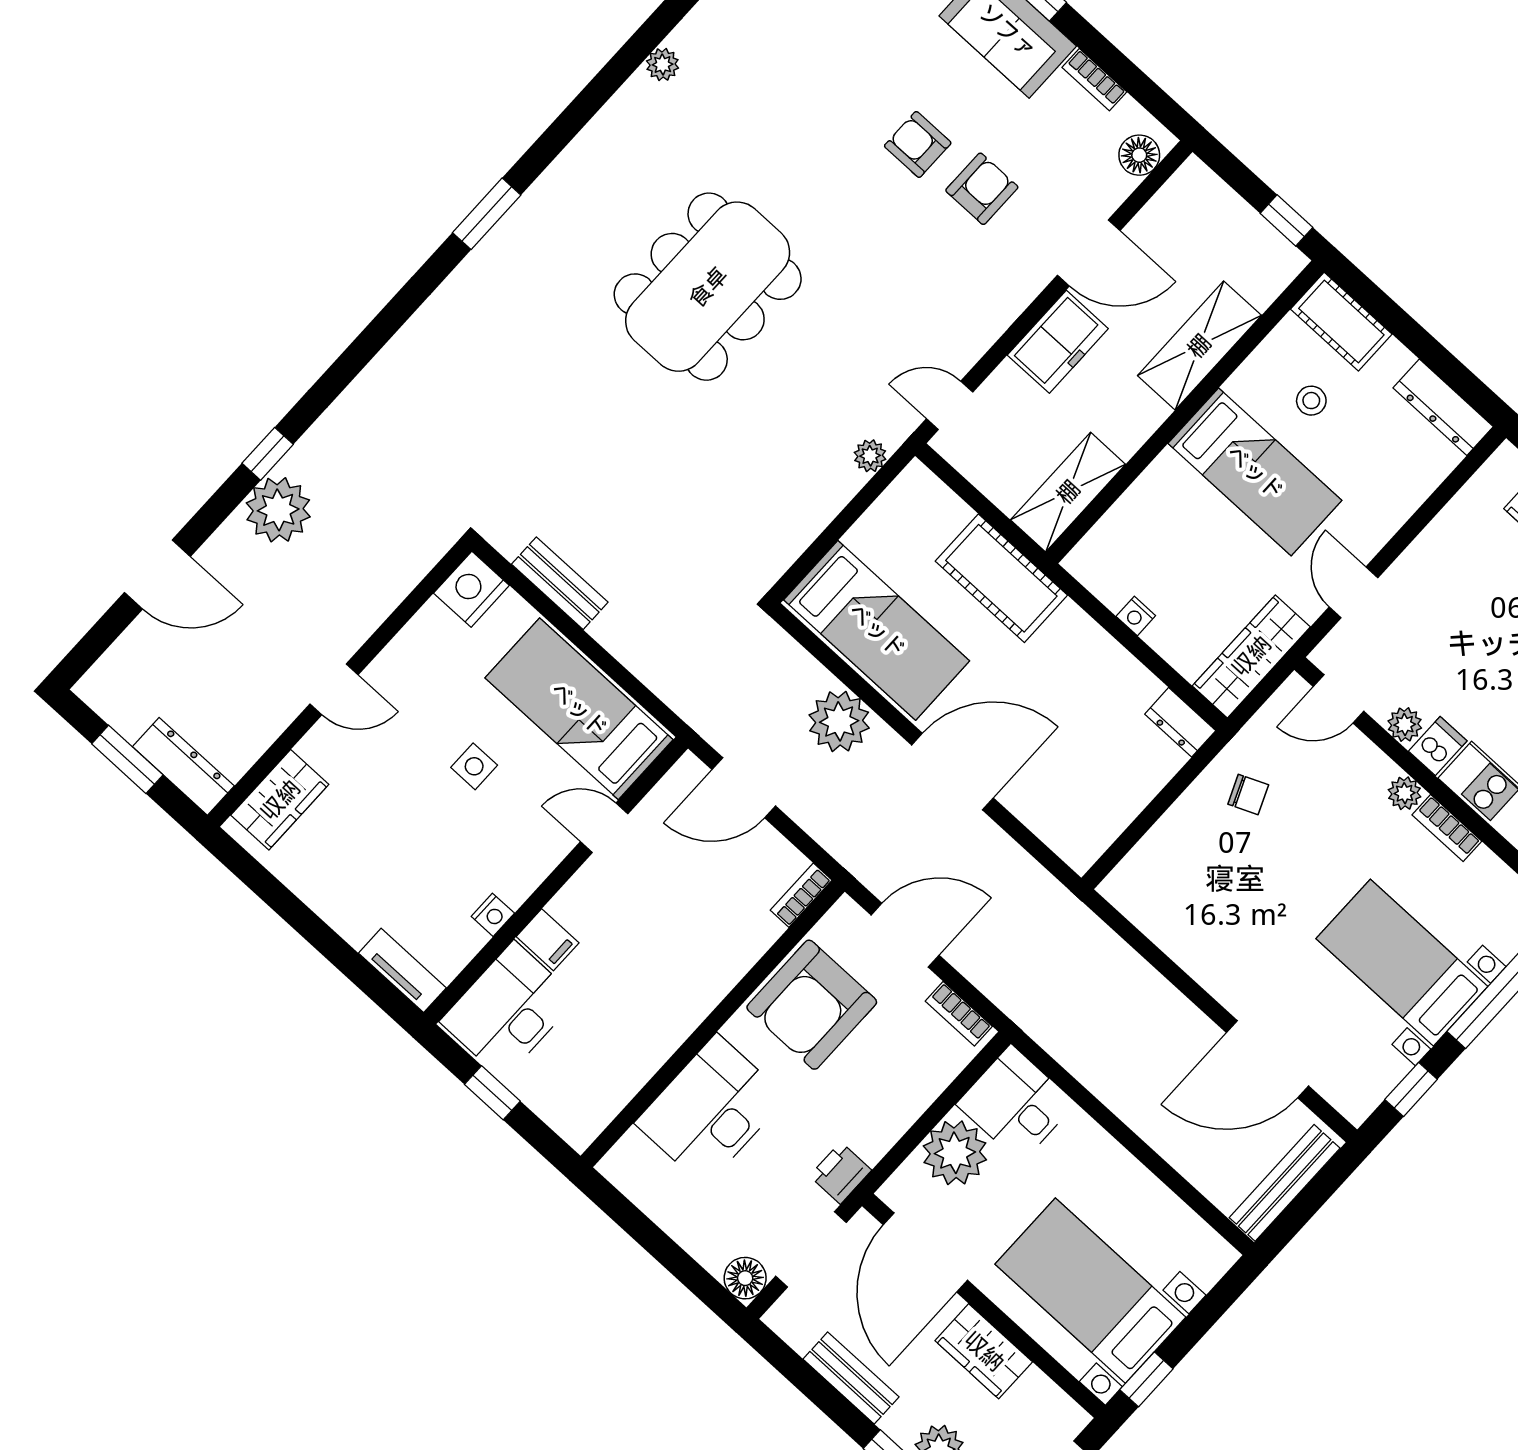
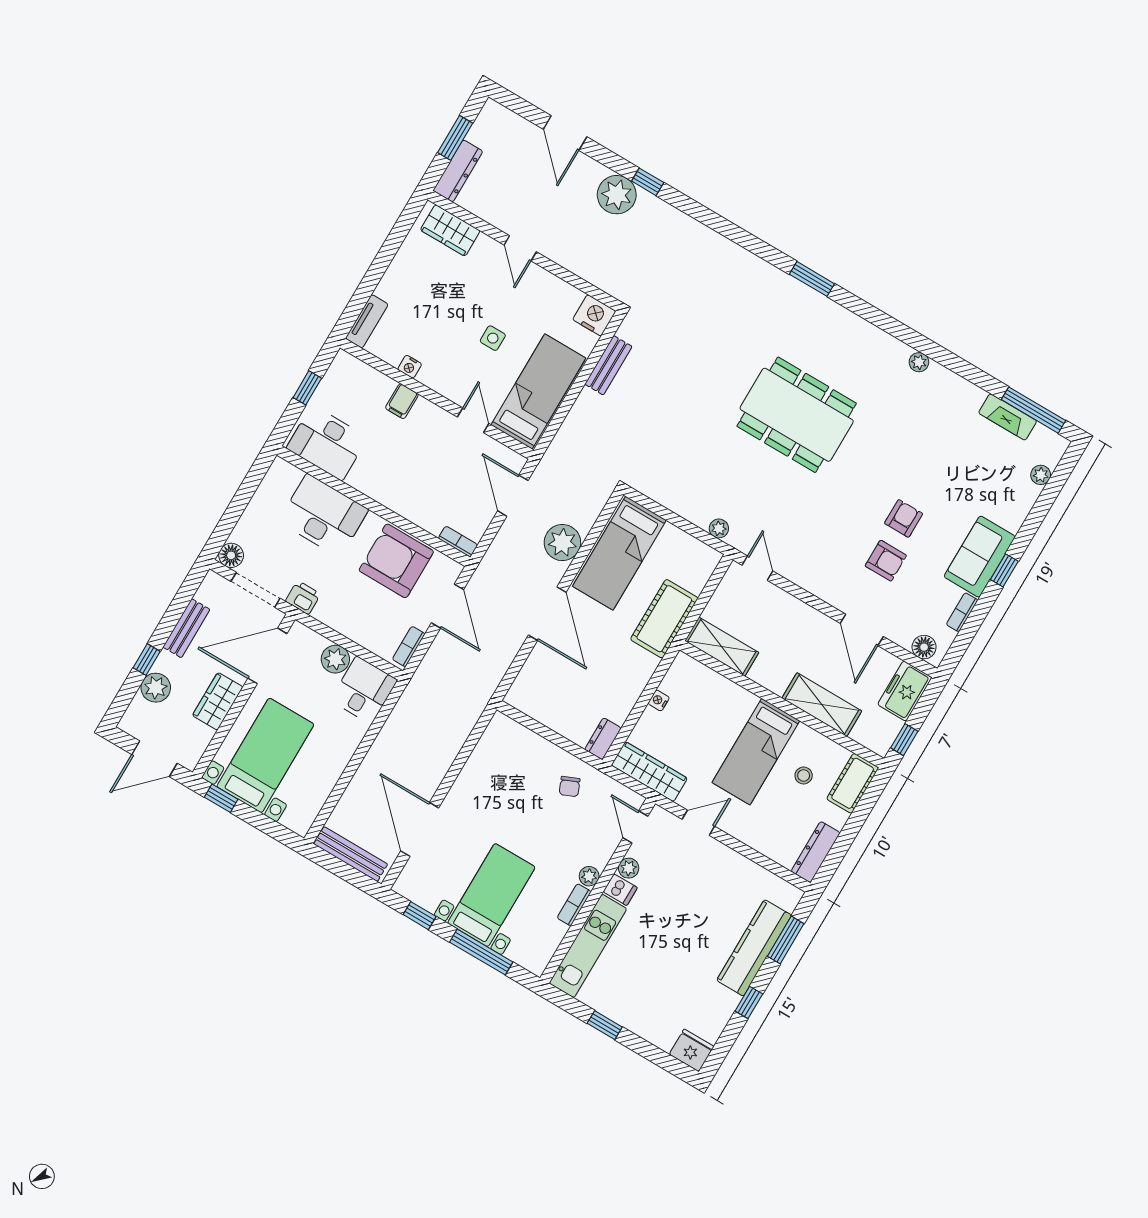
freezer: (1058, 342) -> (905, 691), moved, turned 90
desk: (509, 1010) -> (327, 443), moved, turned 180
plant: (955, 1153) -> (335, 659), width x0.73, depth x0.73

